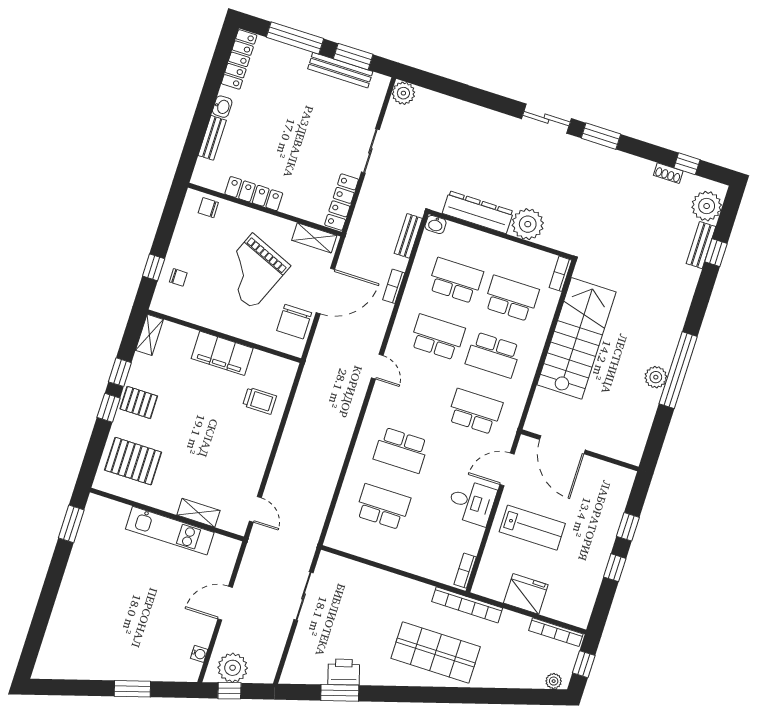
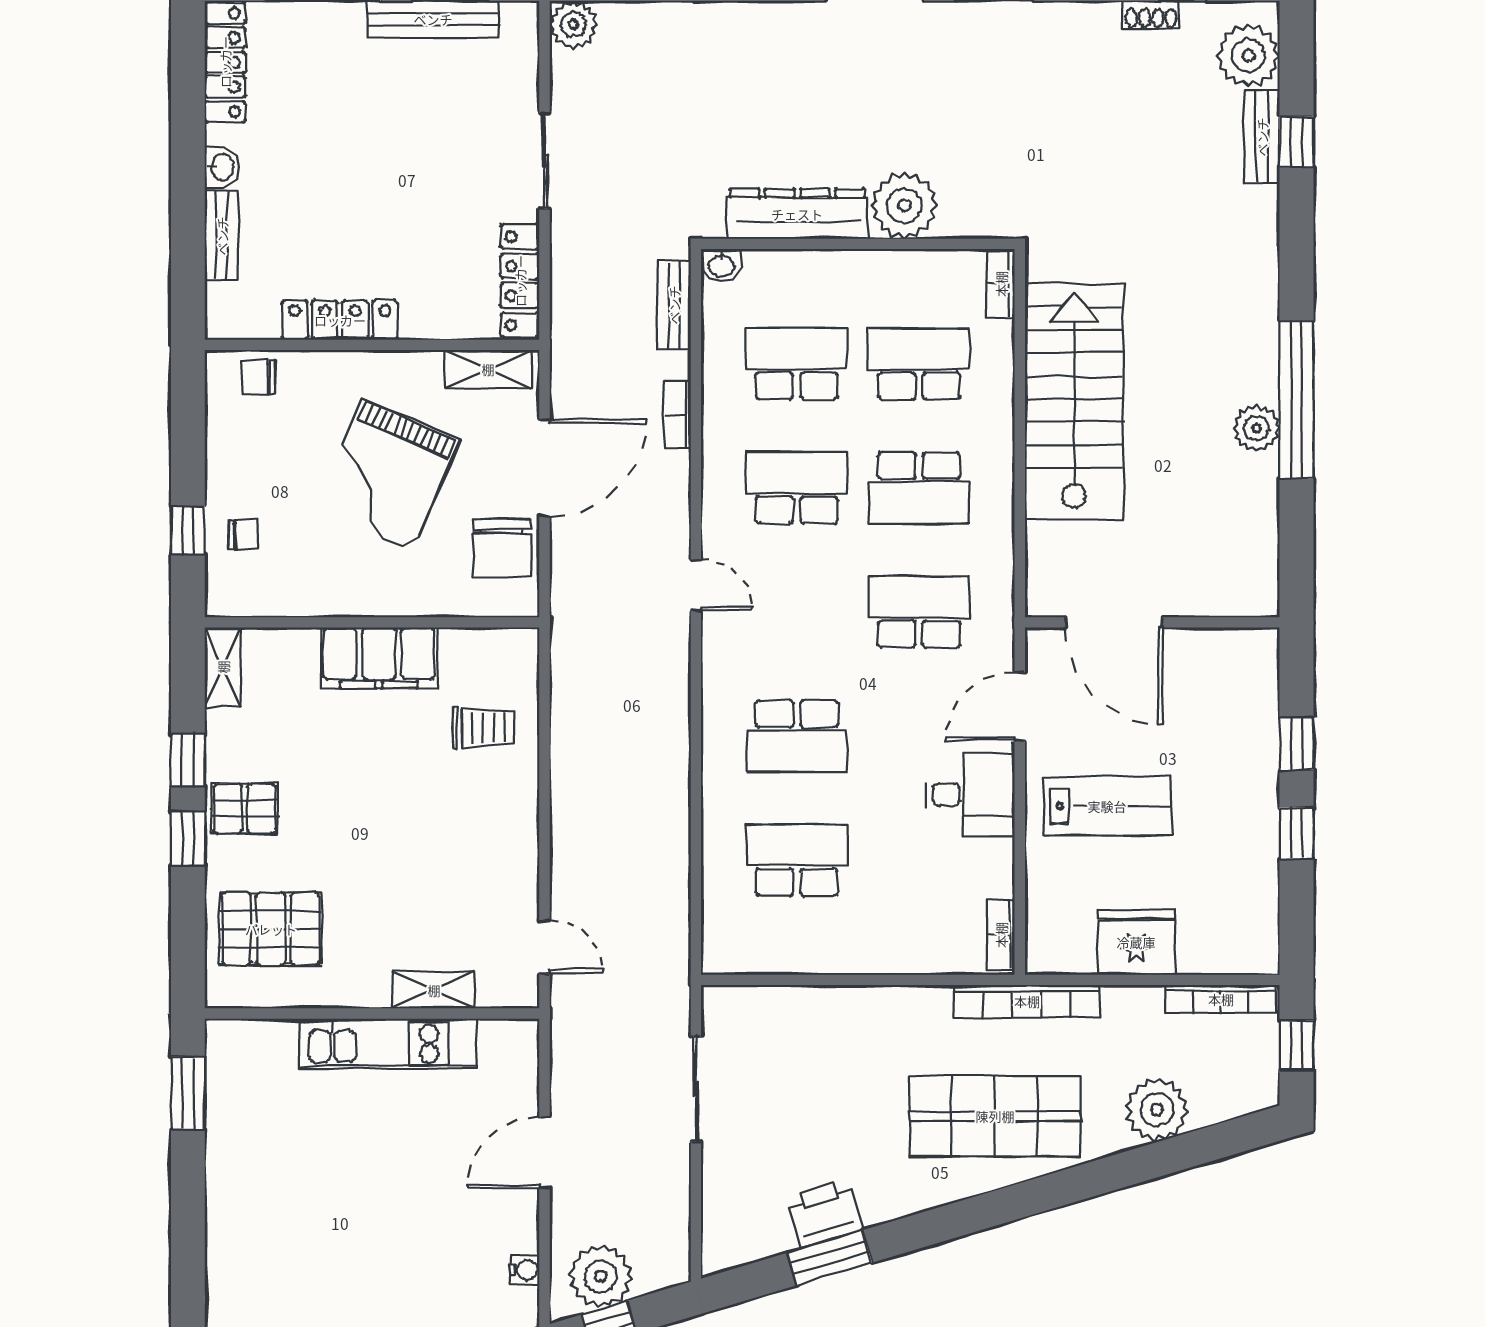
plant: (554, 681) -> (1157, 1110), moved, width x1.88, depth x1.88

